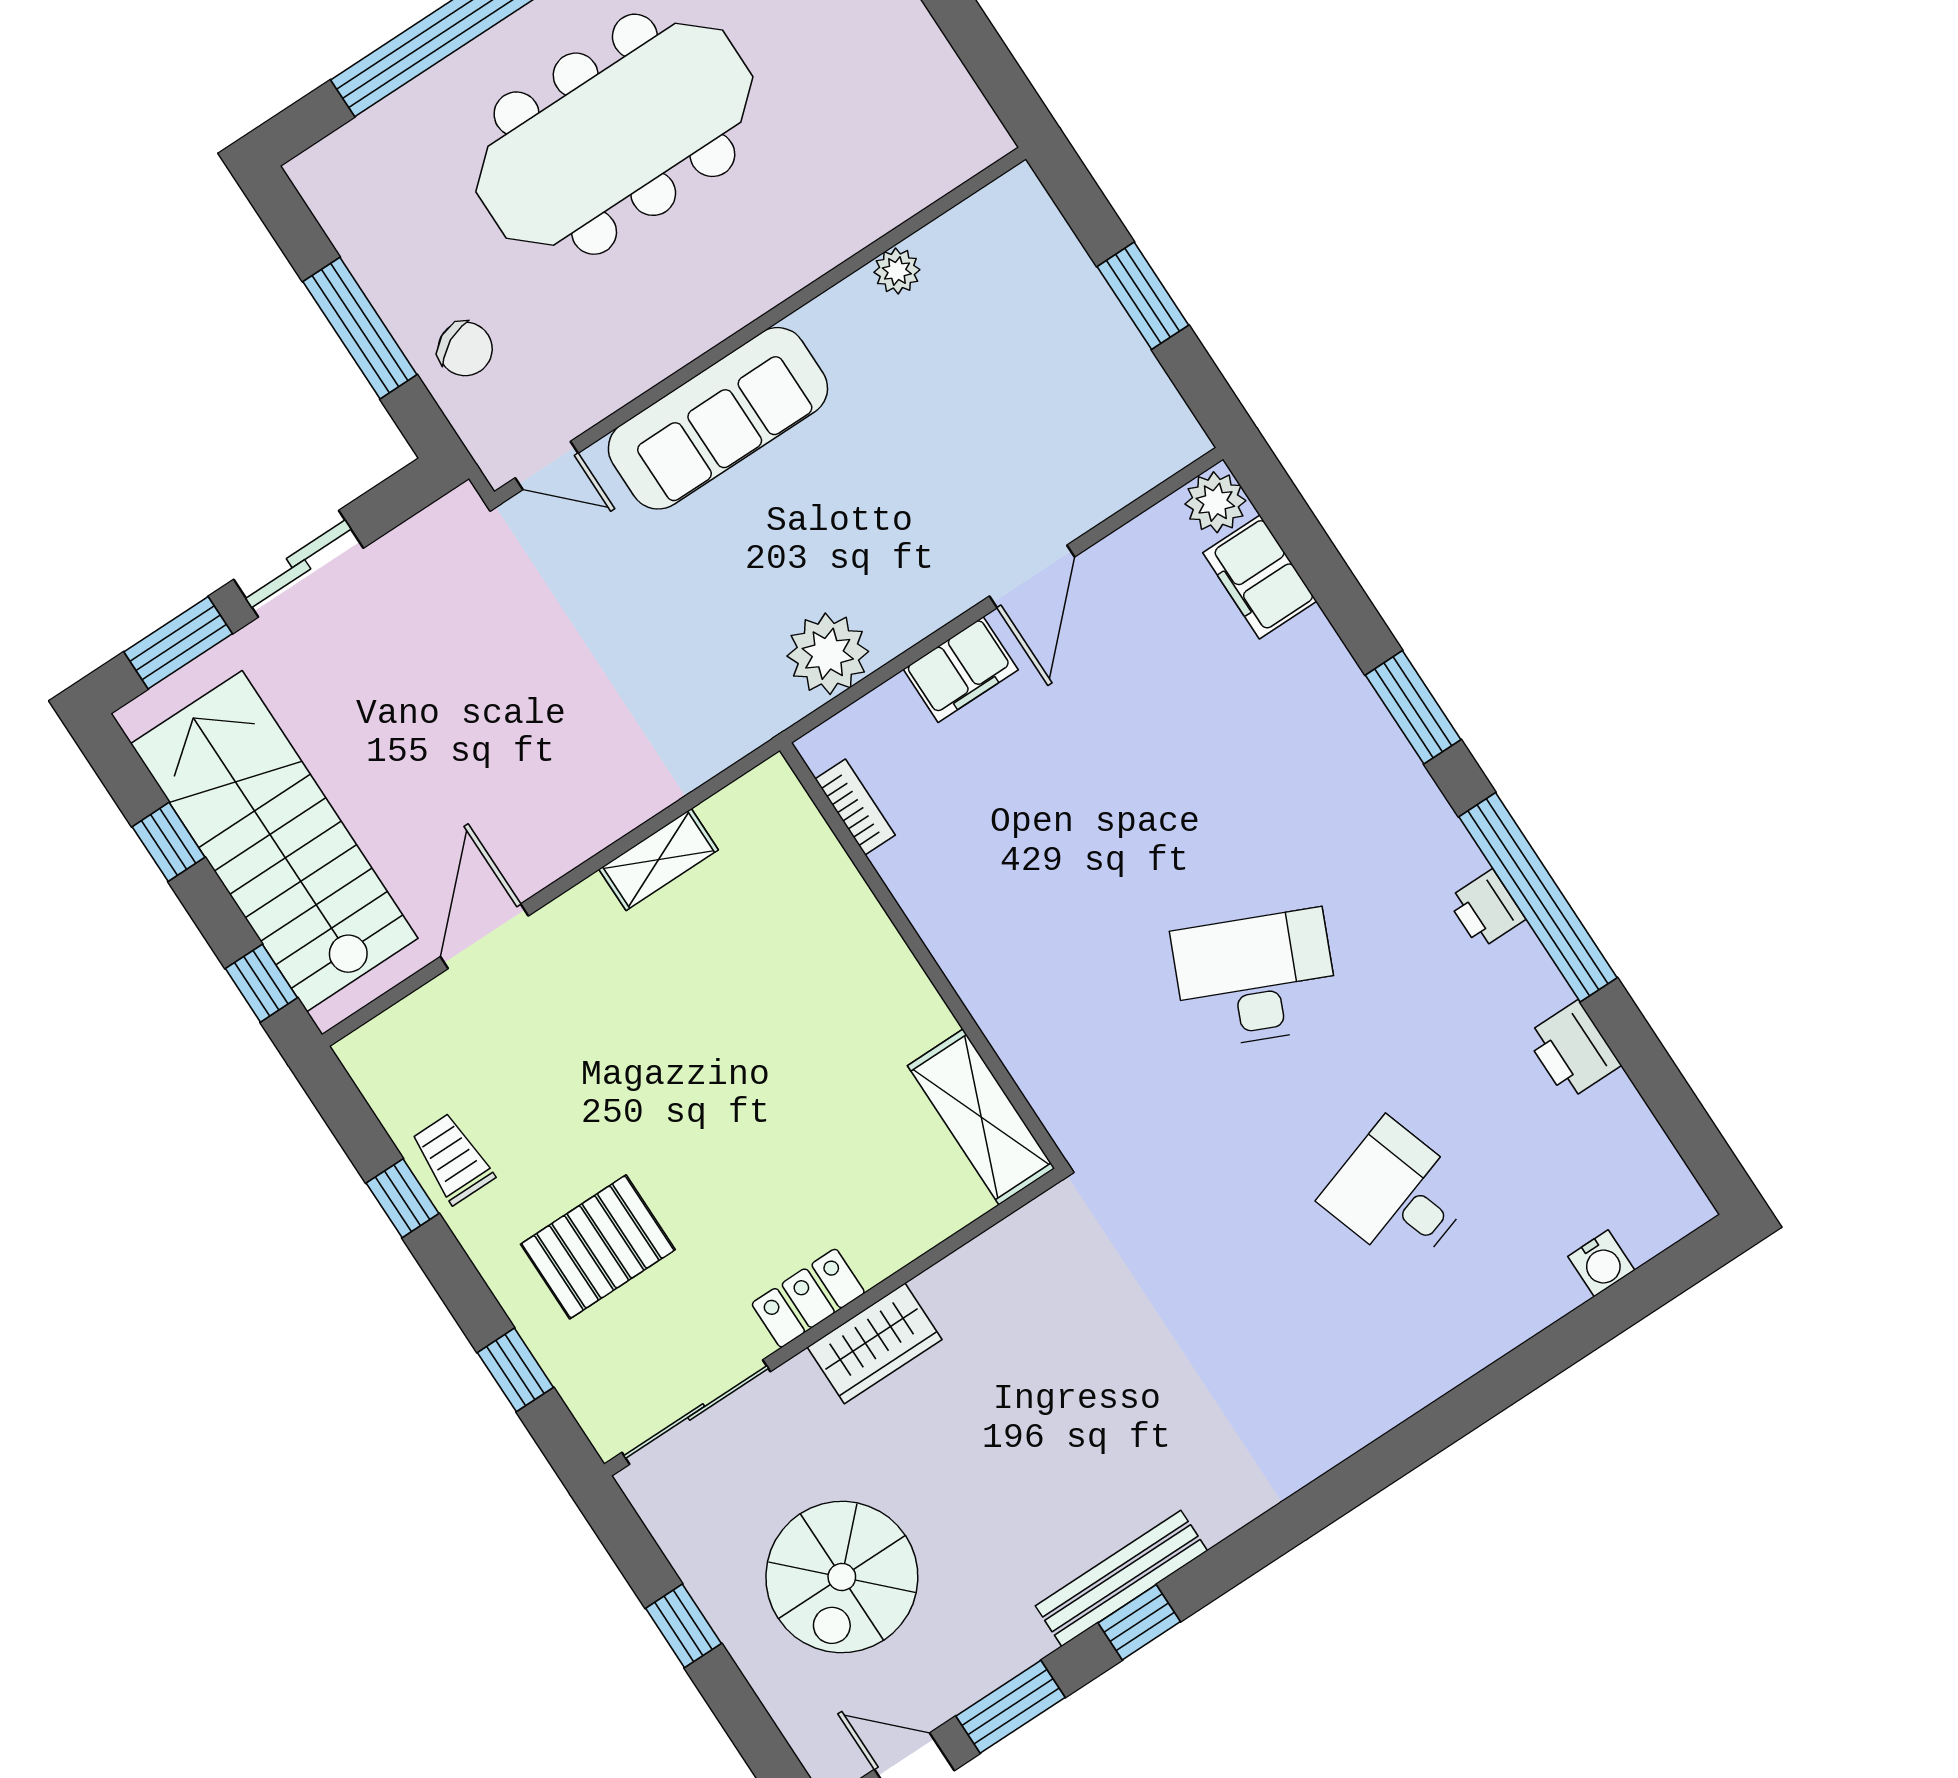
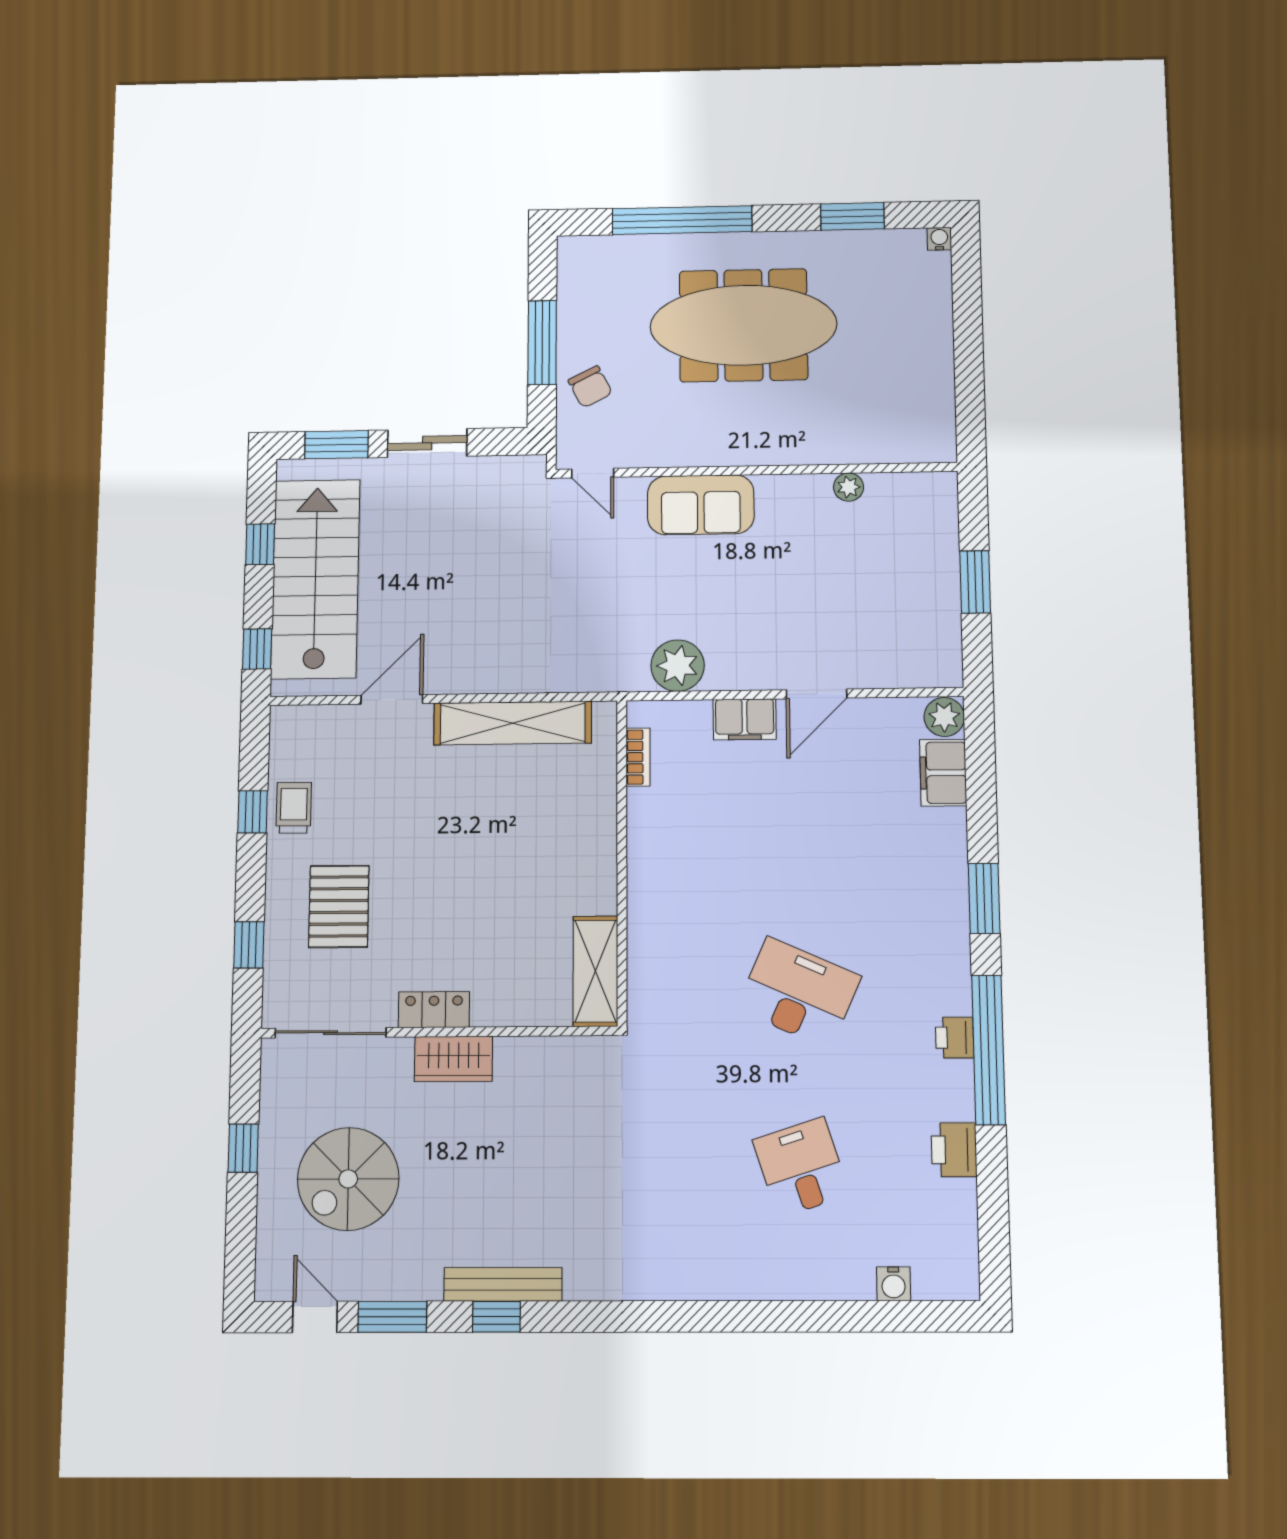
sofa: (718, 418) -> (701, 505), width x0.73
shelving: (659, 860) -> (513, 723), width x2.20, depth x1.33
pallet: (598, 1247) -> (339, 906), turned 90

